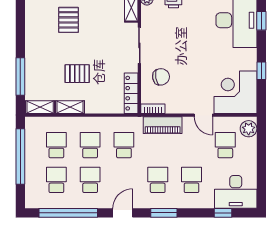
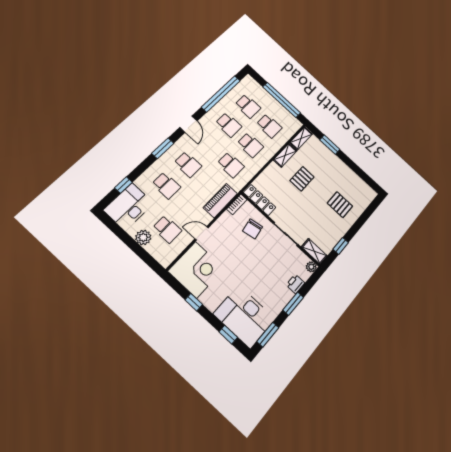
window: (20, 77) -> (330, 145), width x0.69
plant: (249, 129) -> (143, 237), moved

